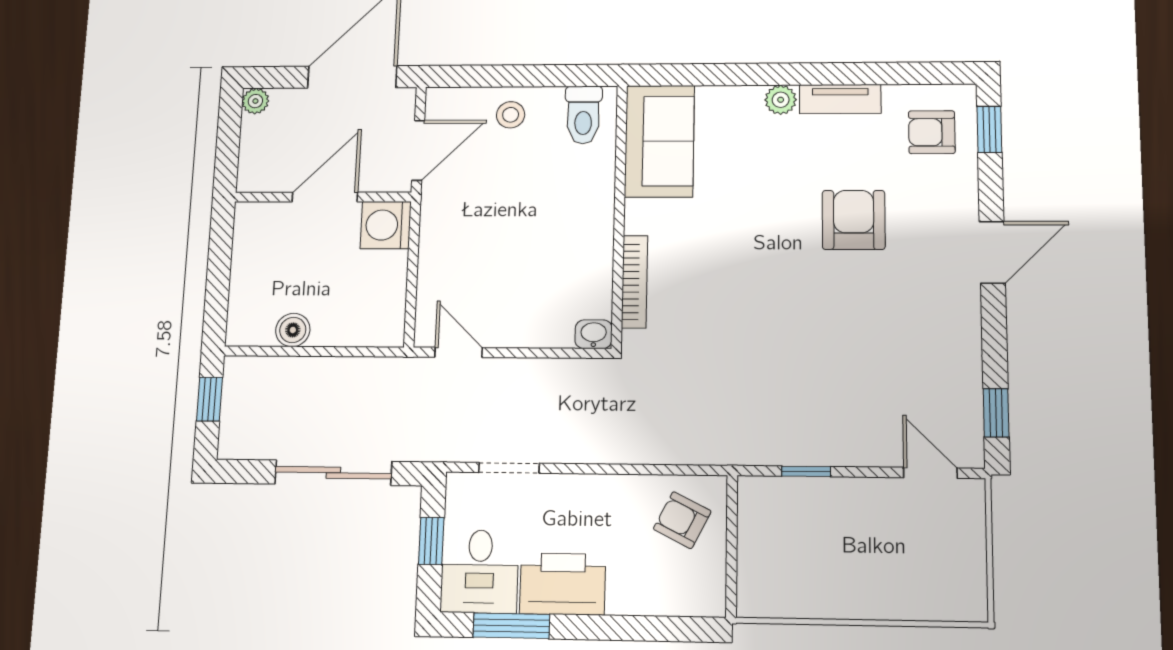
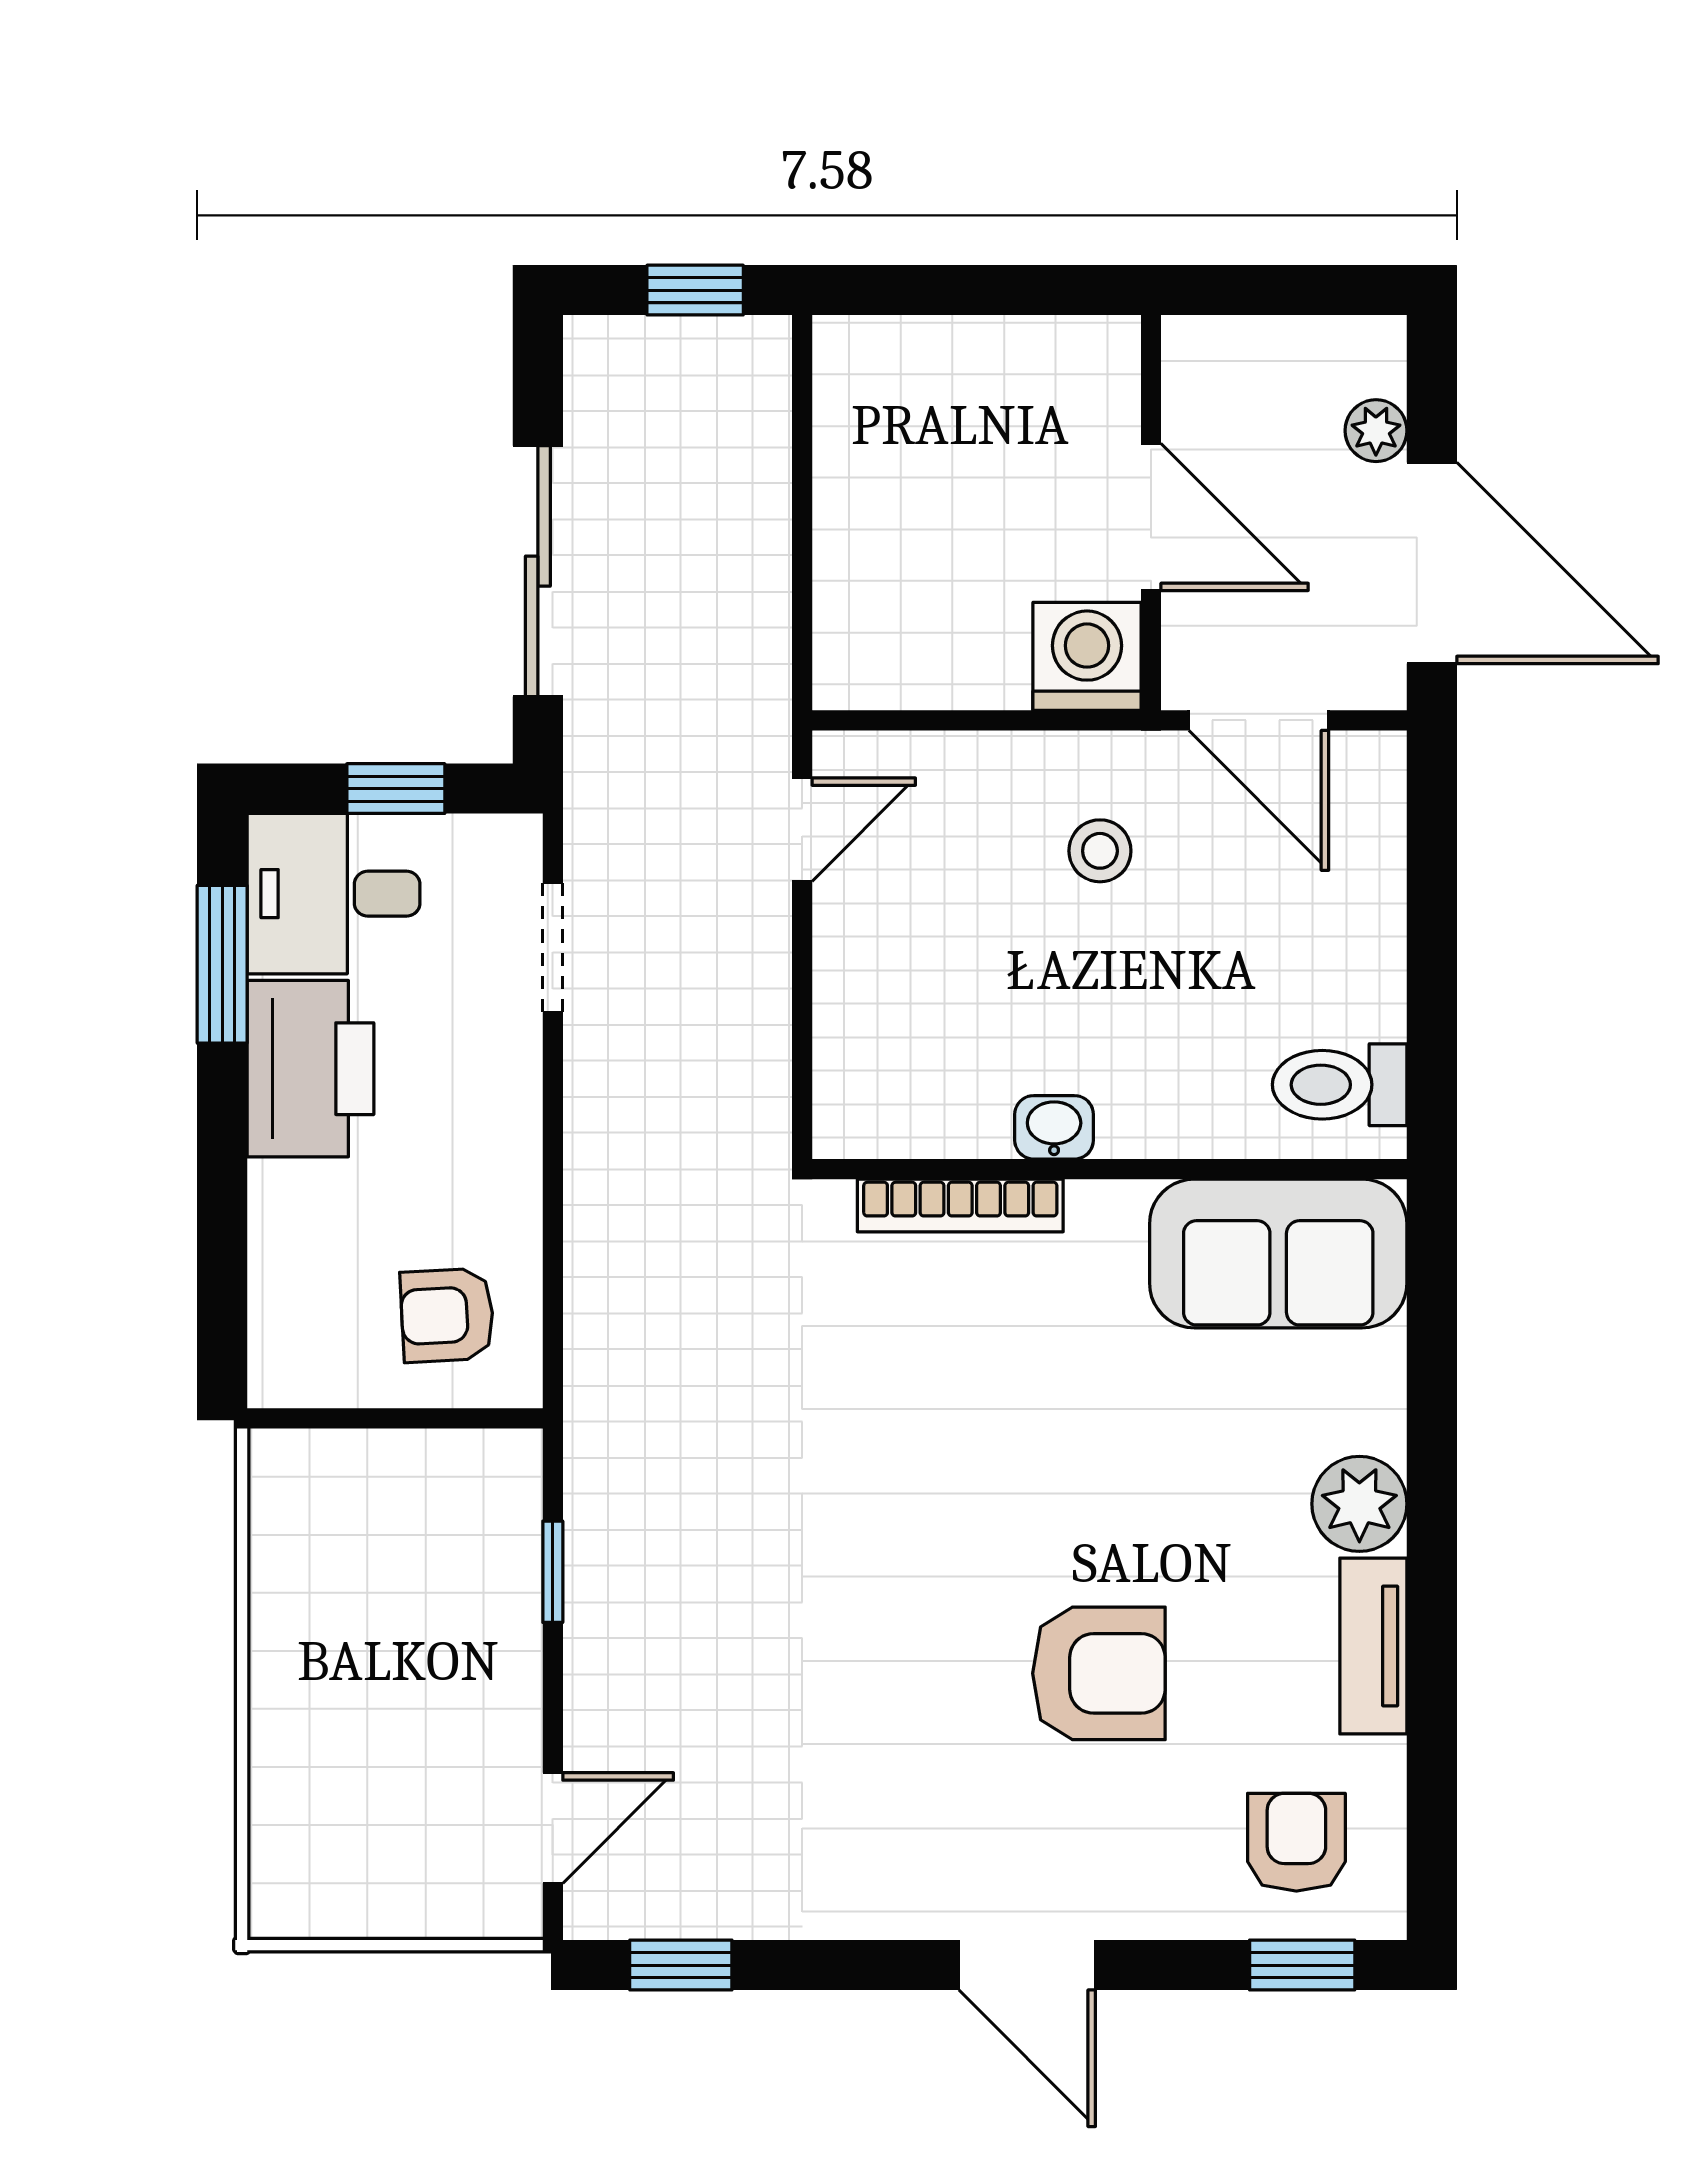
plant: (781, 100) -> (1359, 1504), width x1.38, depth x1.38
plant: (255, 101) -> (1376, 431), moved
stool: (511, 115) -> (1100, 851), moved
boiler: (293, 330) -> (850, 464), removed
washbasin: (594, 334) -> (1054, 1127), moved, turned -90
armchair: (682, 520) -> (447, 1315), turned -120

